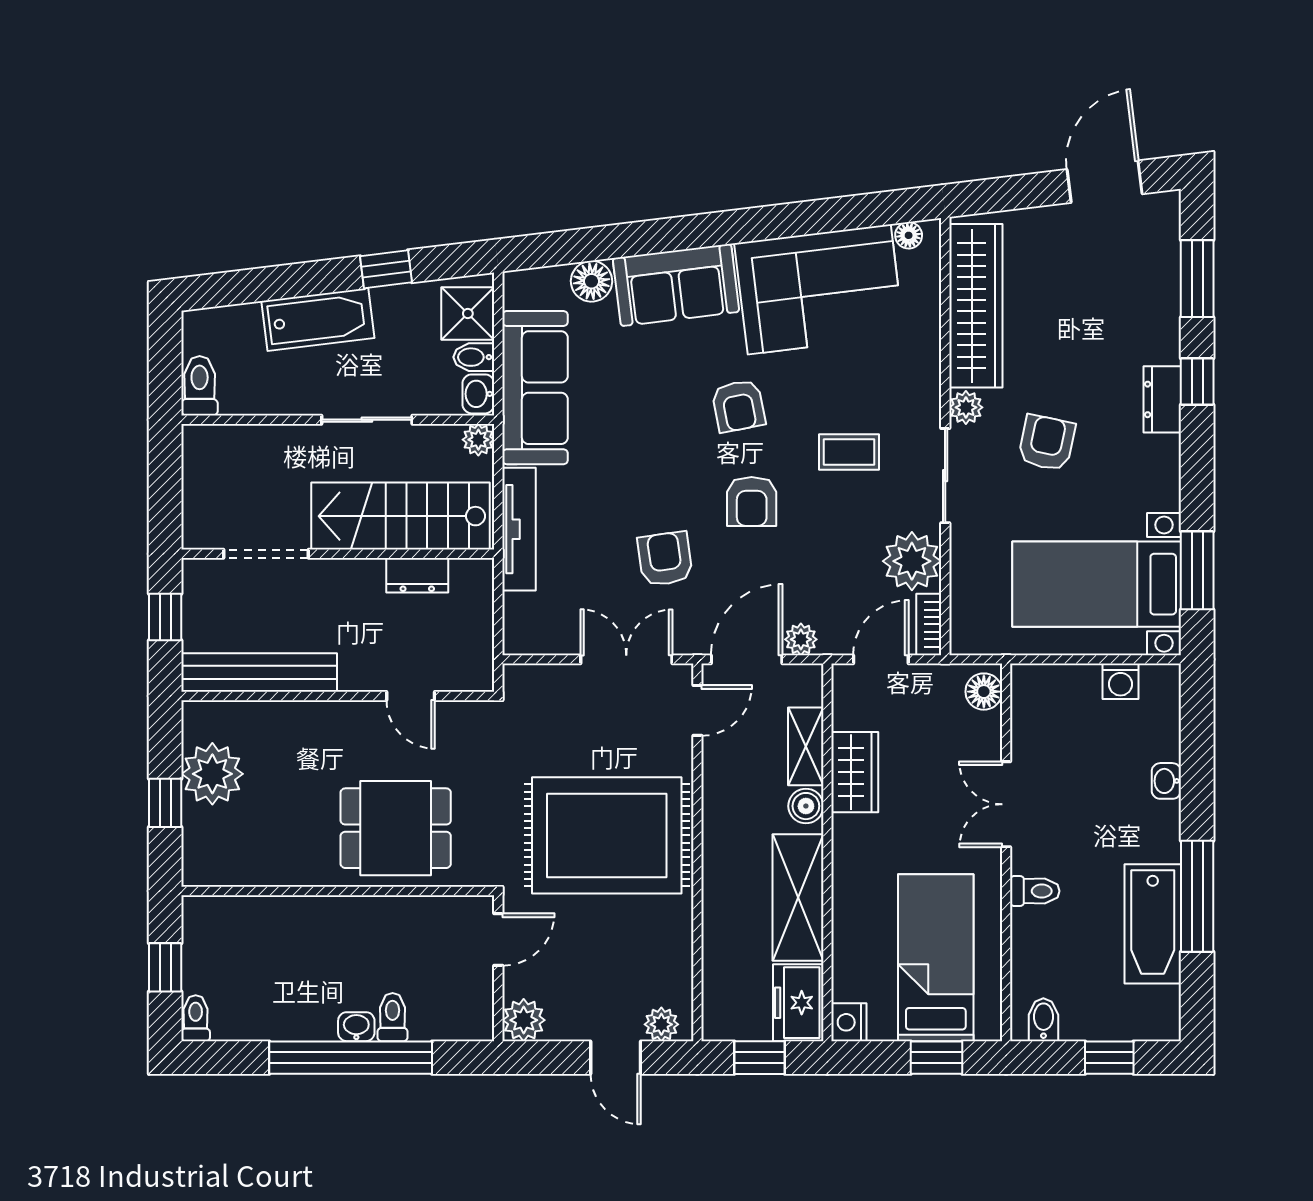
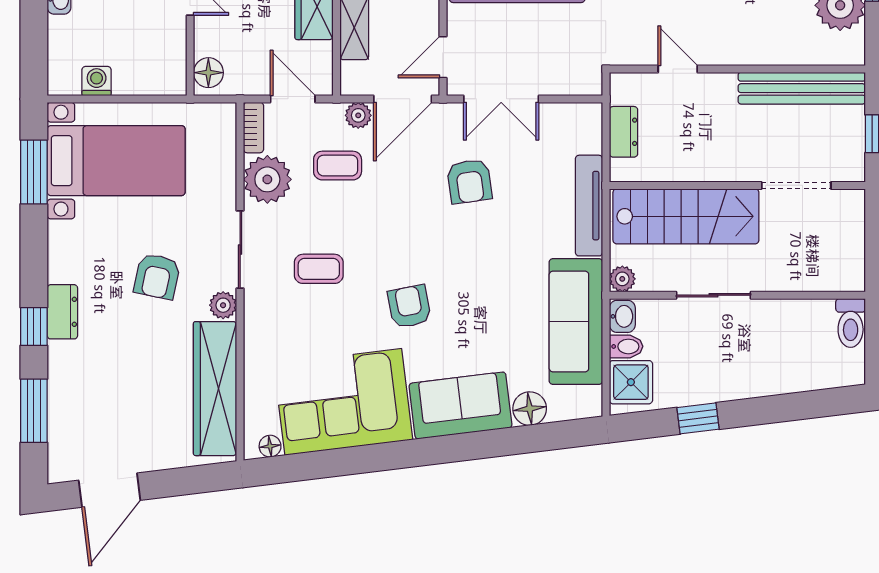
bathtub: (318, 319) -> (754, 377), removed
armchair: (752, 502) -> (399, 228), removed
dresser: (417, 575) -> (624, 132), moved, turned 90
coffee table: (826, 578) -> (338, 166), added
door: (881, 659) -> (293, 99), swing flipped

